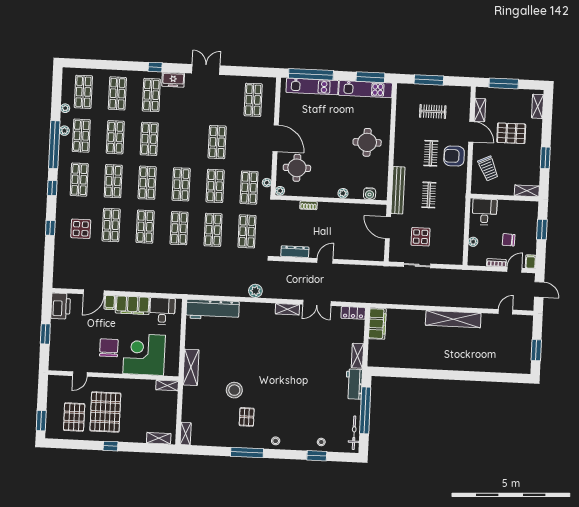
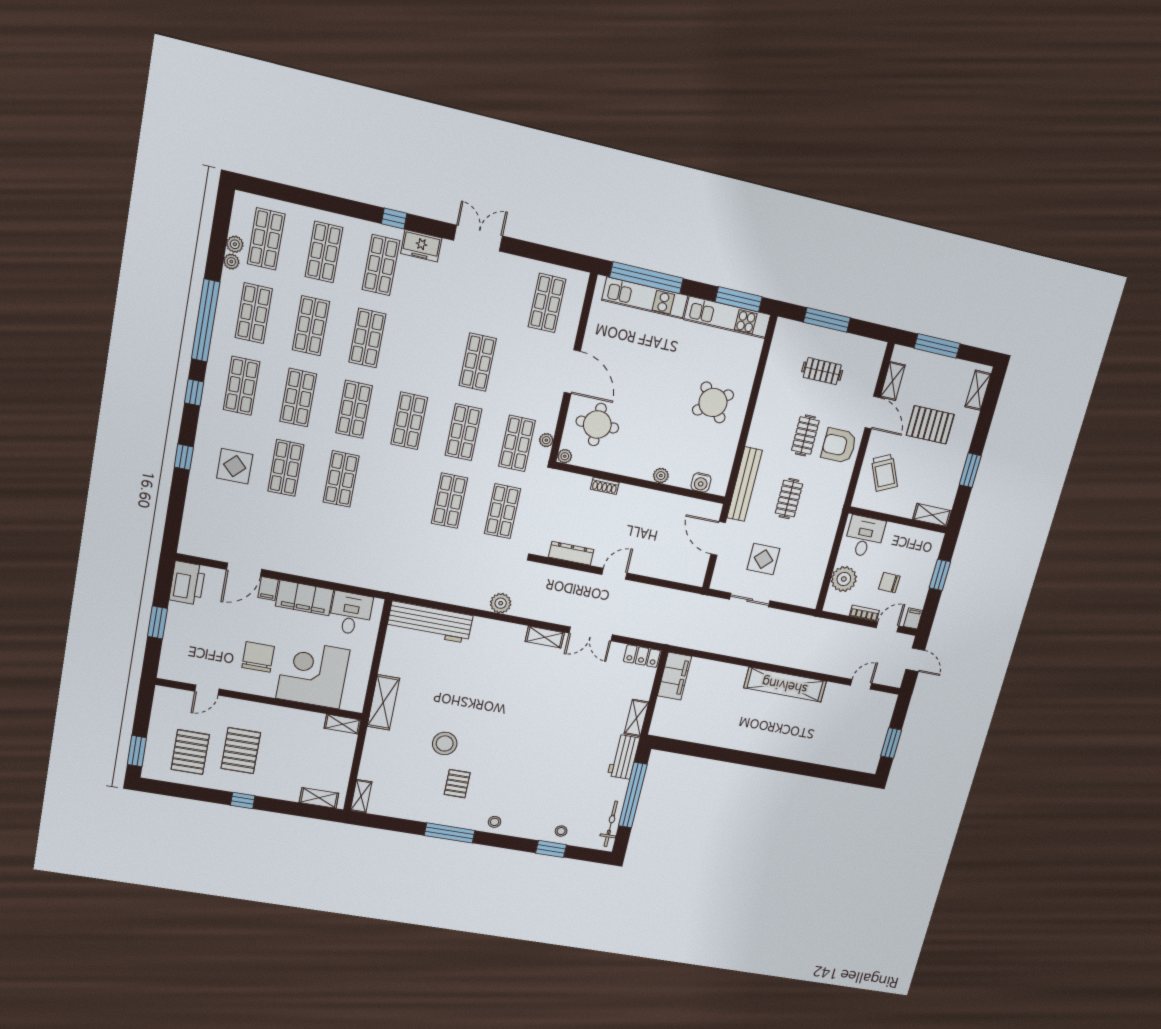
plant: (64, 131) -> (235, 244), moved
round table: (367, 142) -> (713, 402), turned -38
shop shelf: (179, 228) -> (396, 490), removed
plant: (473, 242) -> (844, 579), width x1.87, depth x1.87
pallet: (105, 412) -> (241, 751), width x0.73, depth x0.71

